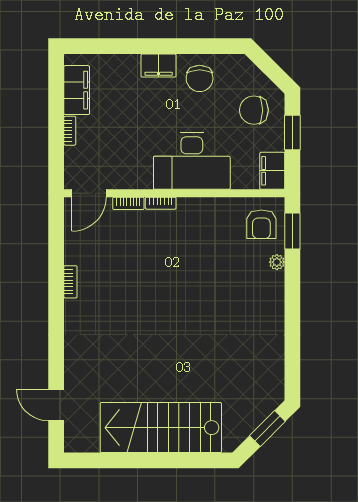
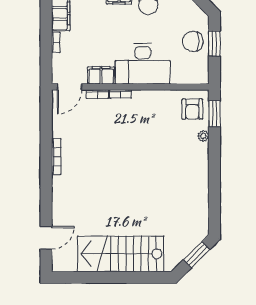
chair: (254, 110) -> (193, 41), moved
filing cabinet: (272, 171) -> (101, 75), moved, turned 90
bookcase: (70, 282) -> (56, 157), width x1.56
door: (56, 405) -> (46, 238), swing flipped

